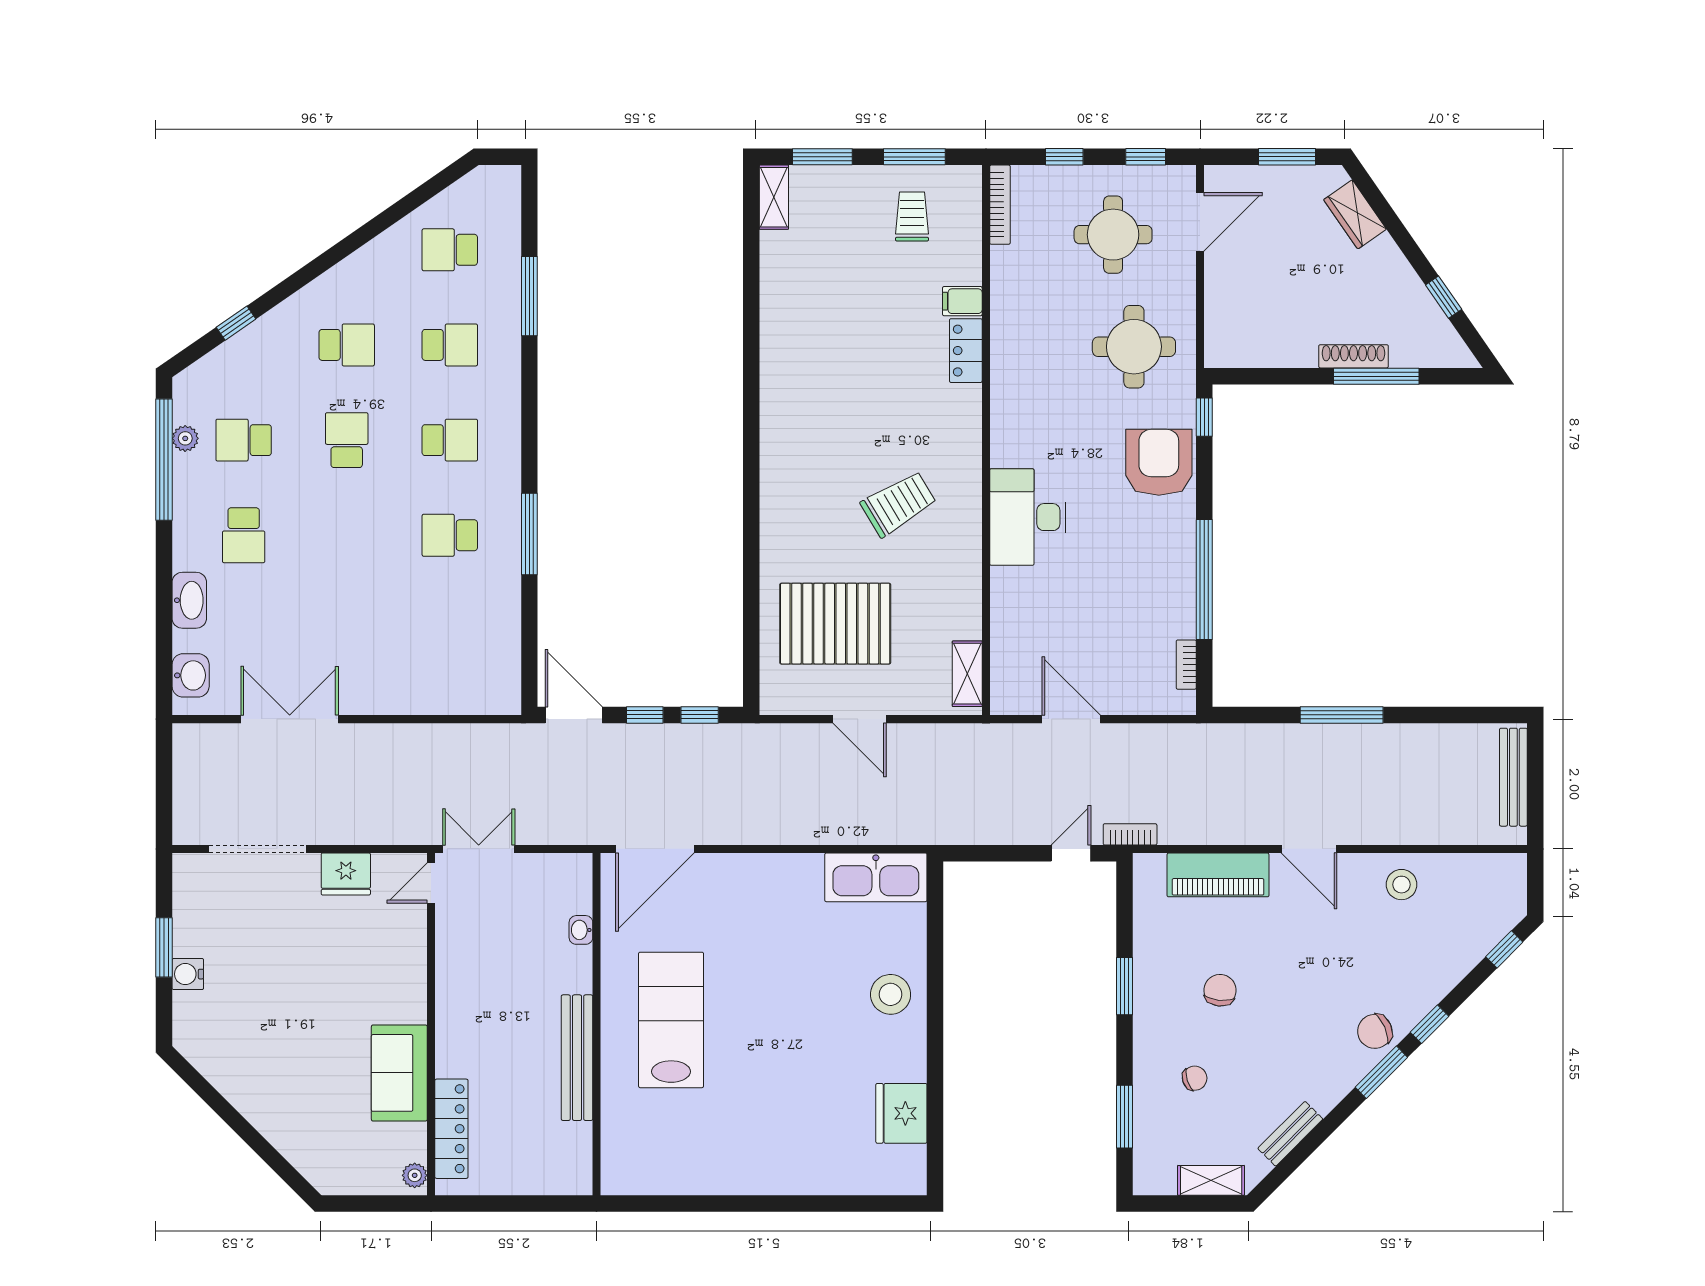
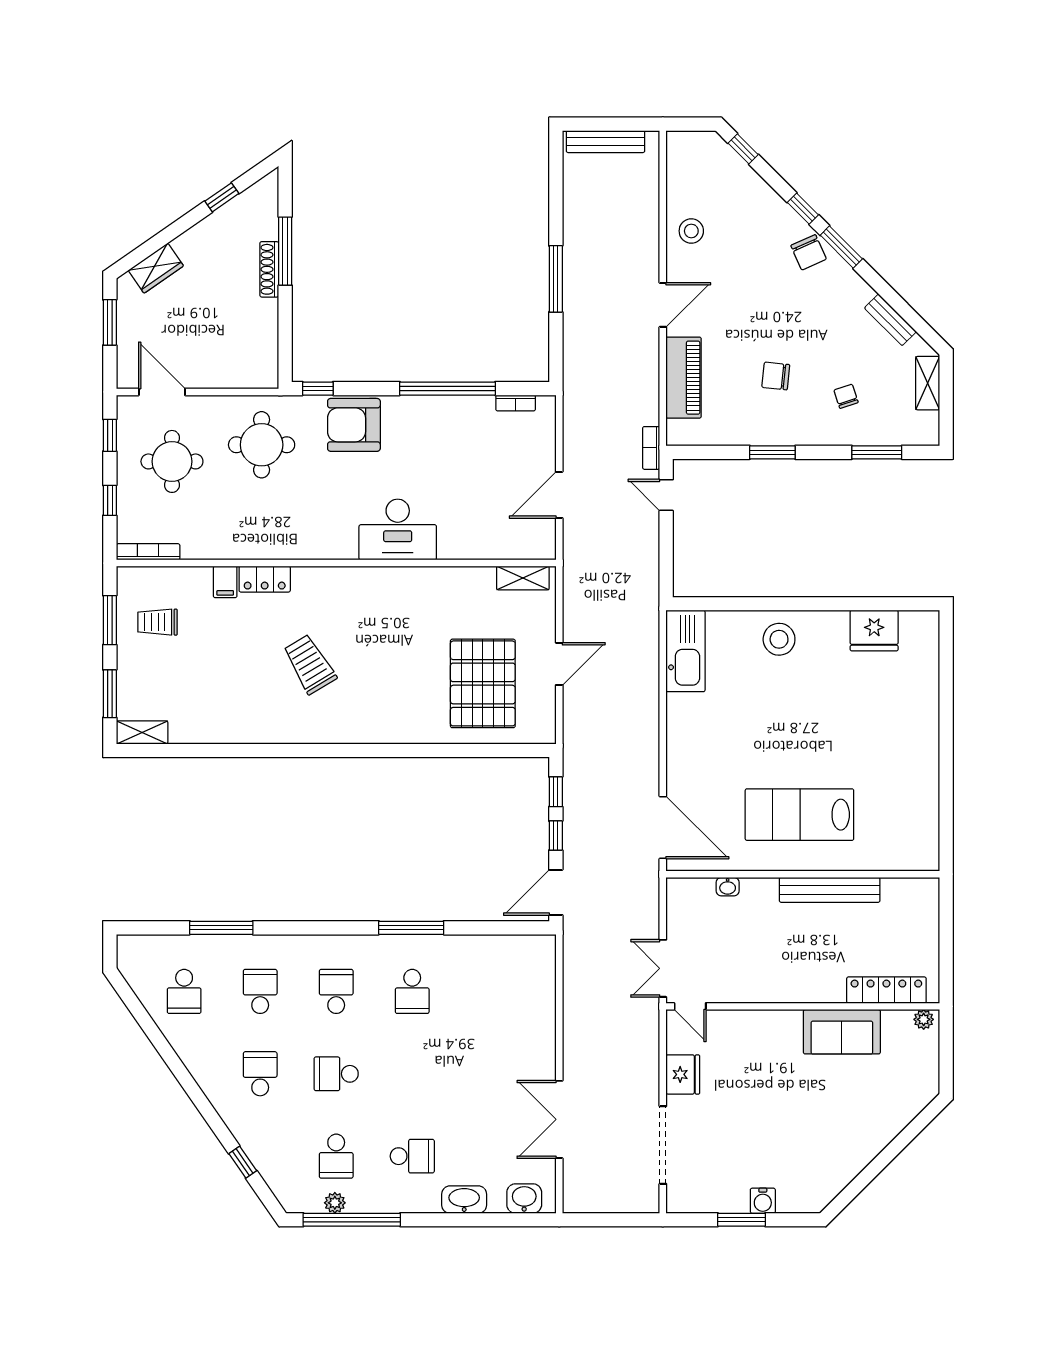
trolley: (898, 504) -> (310, 664), moved

